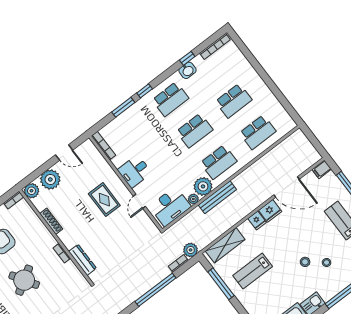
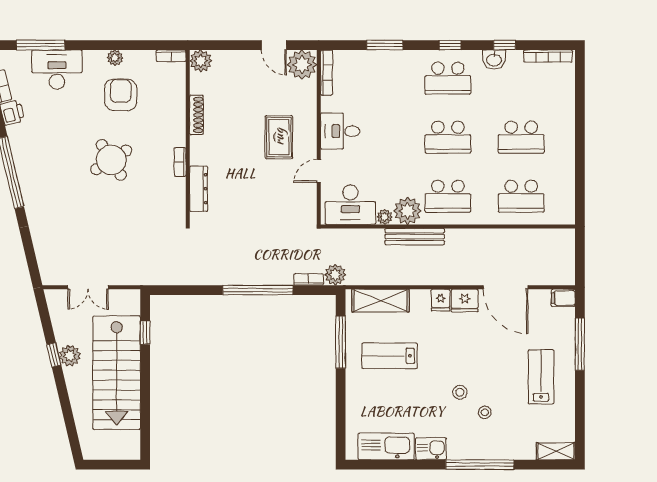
window: (145, 91) -> (450, 45), moved
plant: (50, 179) -> (302, 65), moved

